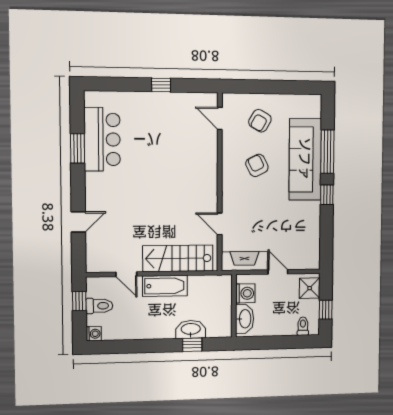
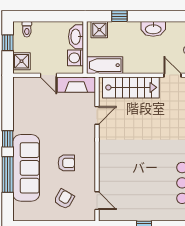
armchair: (257, 165) -> (66, 163), turned -63
door: (220, 224) -> (97, 115), hinge flipped
bathtub: (165, 286) -> (105, 65), moved
shower: (217, 328) -> (99, 30), added
washbasin: (191, 329) -> (153, 29), moved

